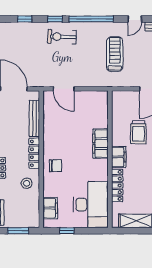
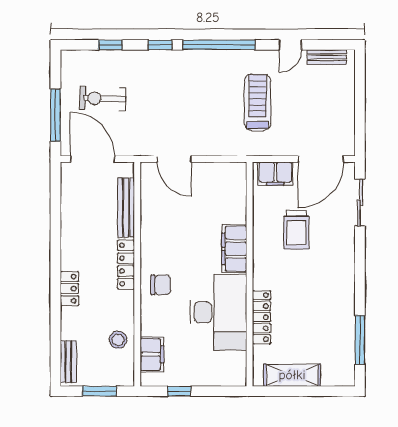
exercise bike: (62, 37) -> (103, 98), moved
filing cabinet: (119, 157) -> (275, 174), moved, turned 90
stool: (27, 183) -> (118, 340), moved
desk: (91, 205) -> (218, 312), moved

